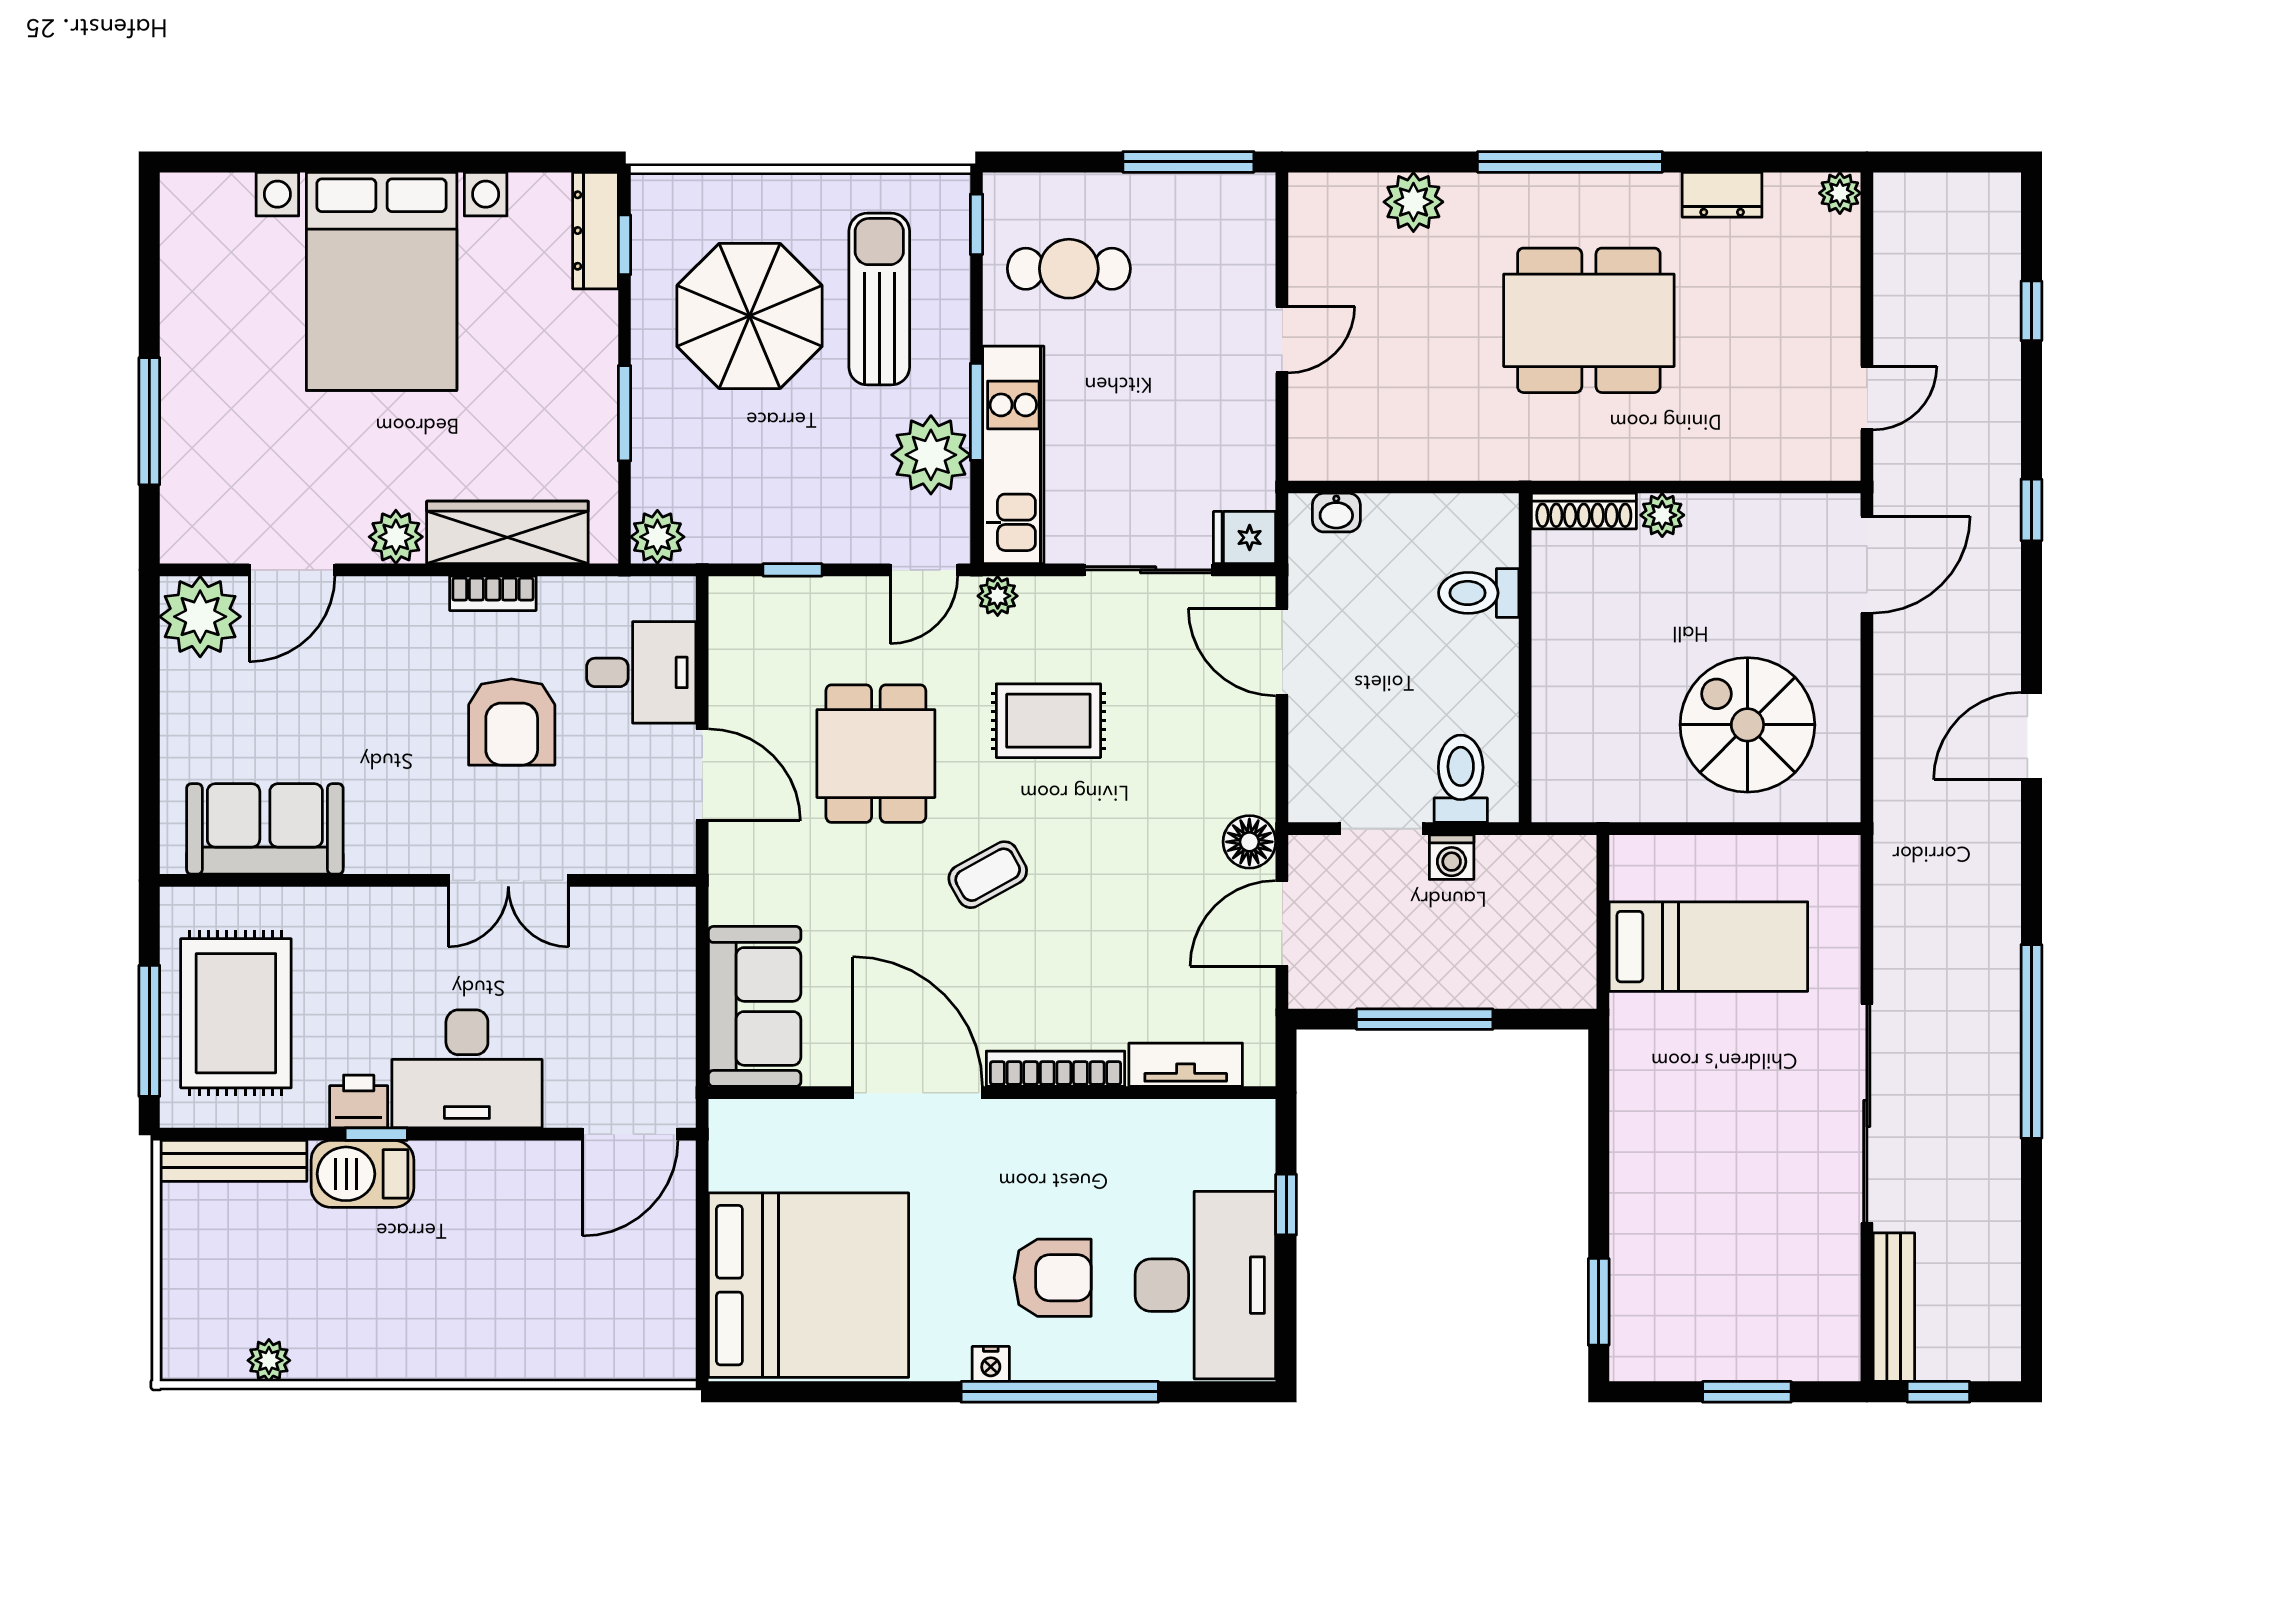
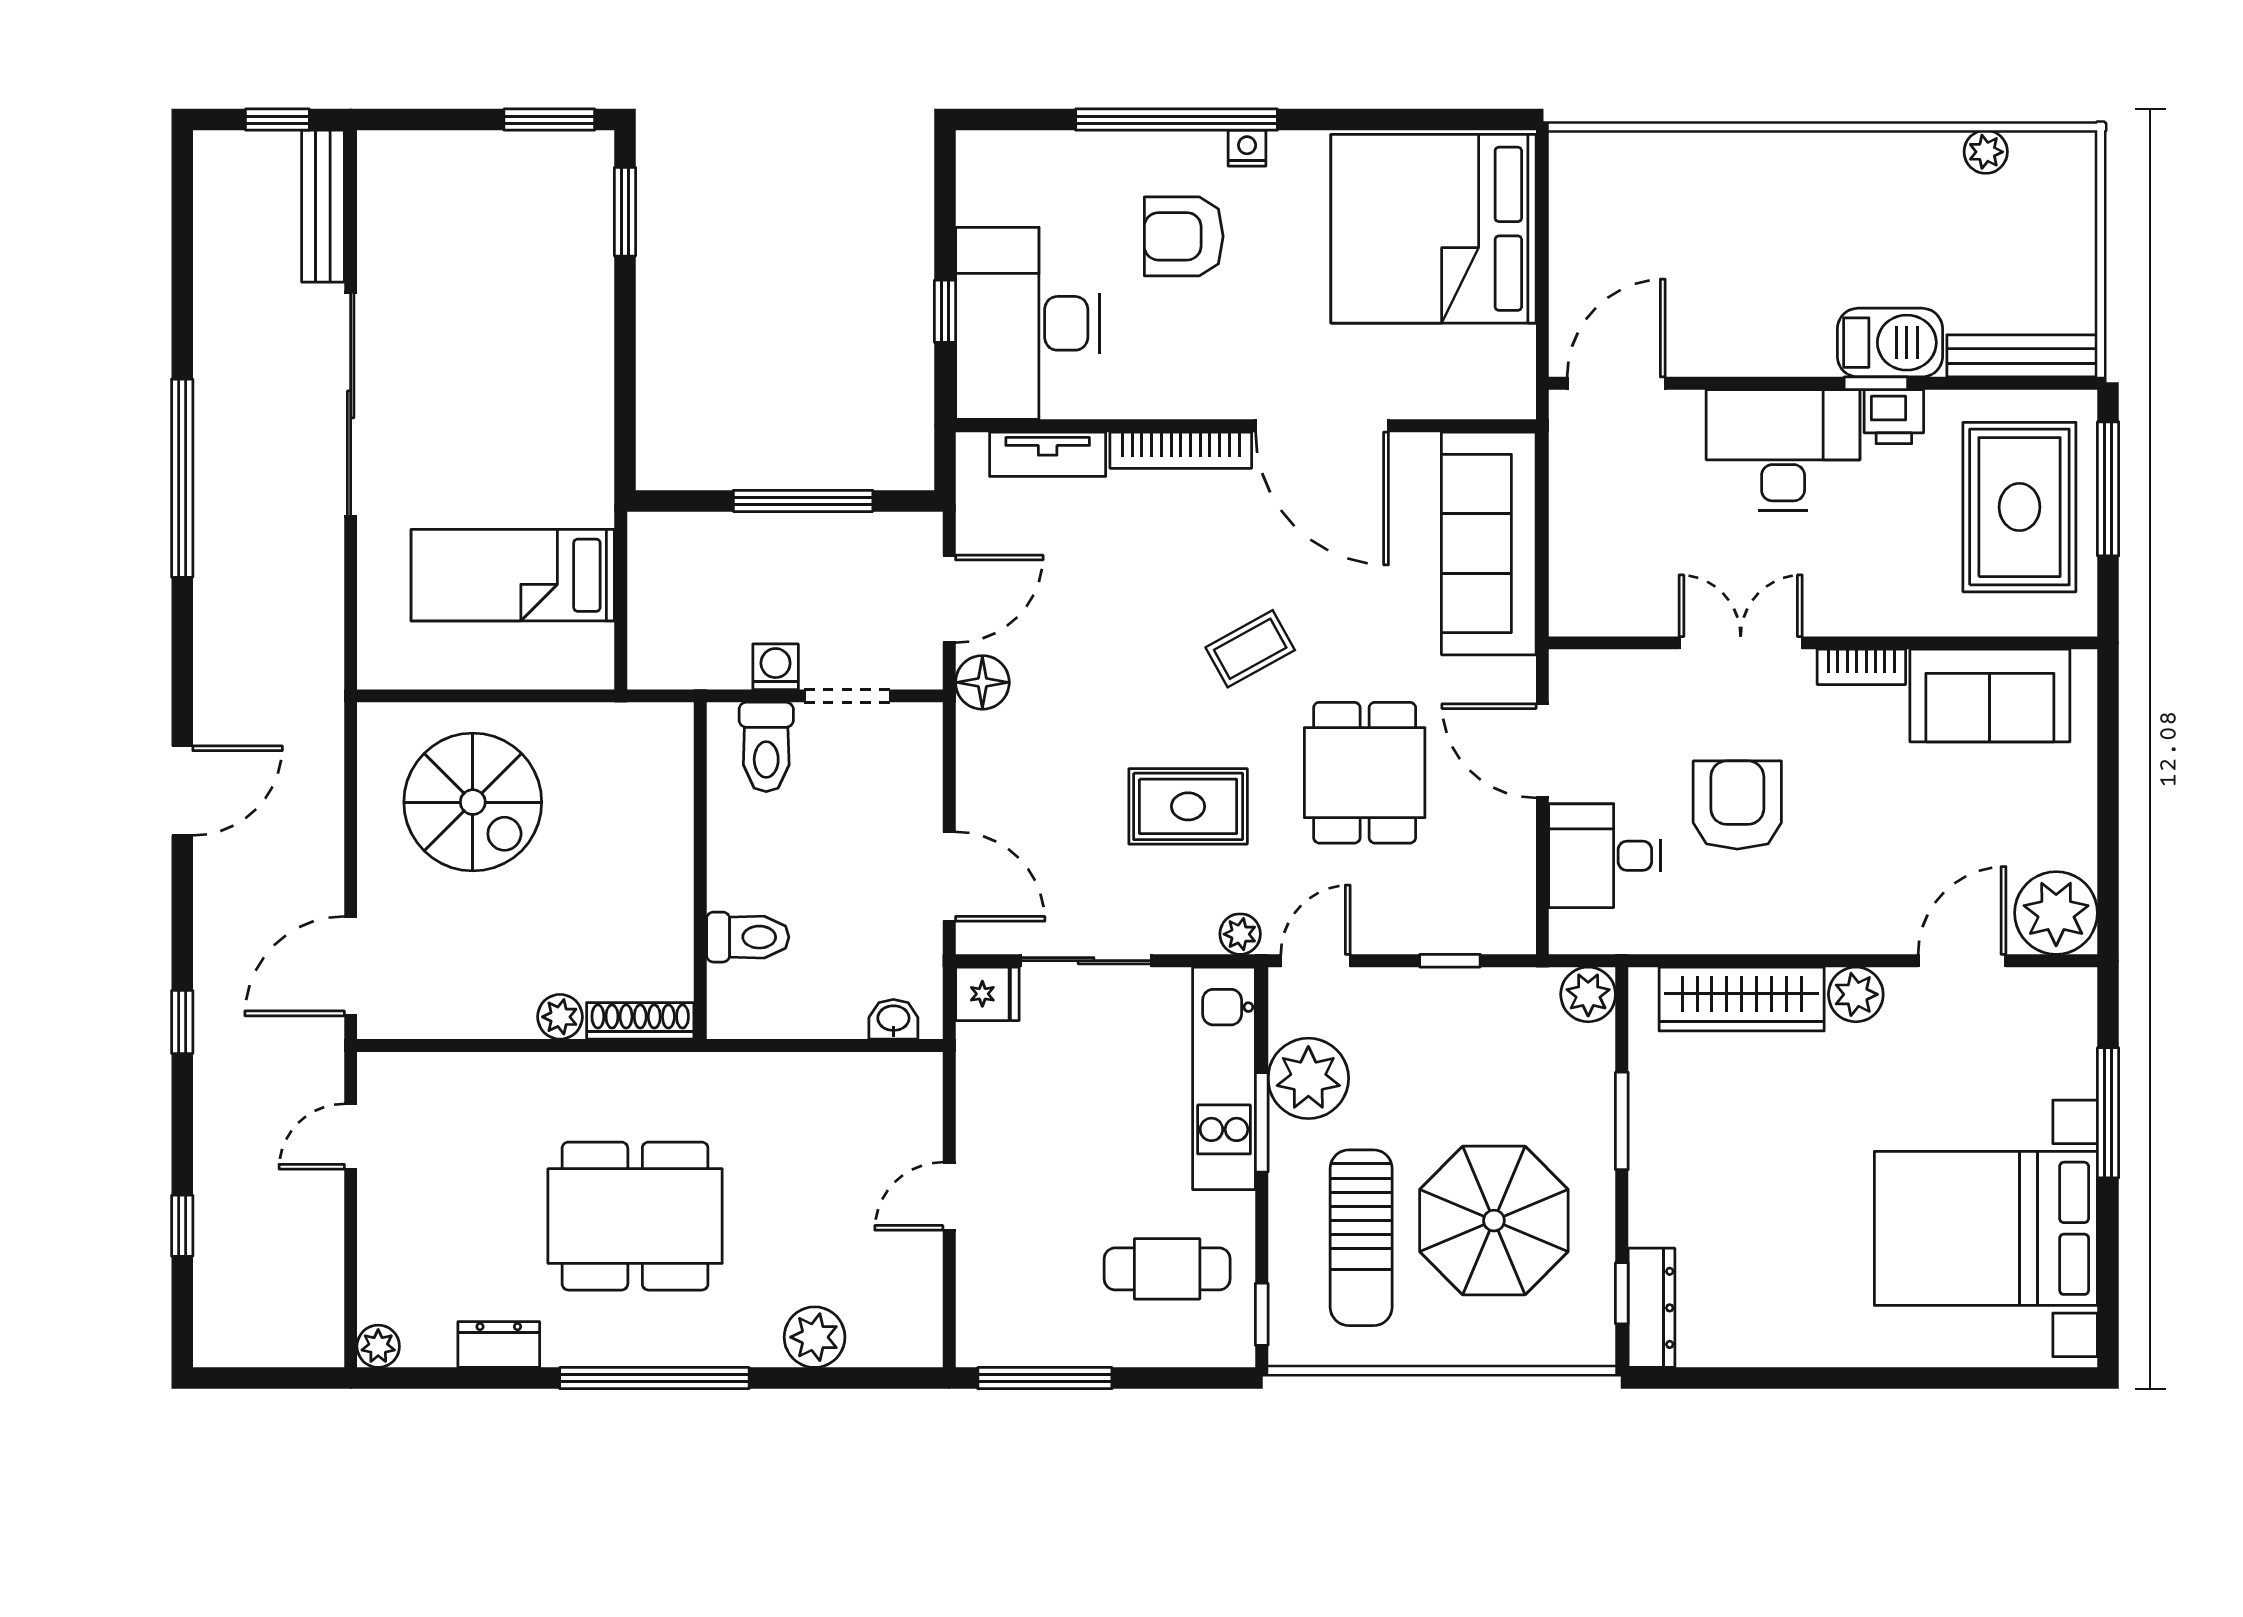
bed with nightstands: (382, 281) -> (1986, 1228), moved, turned -90
bookcase: (493, 593) -> (1861, 667), moved, turned 180
sofa: (755, 1006) -> (1489, 543), width x1.36
desk: (1205, 1285) -> (1027, 323), moved
window: (1747, 1392) -> (549, 120), moved

